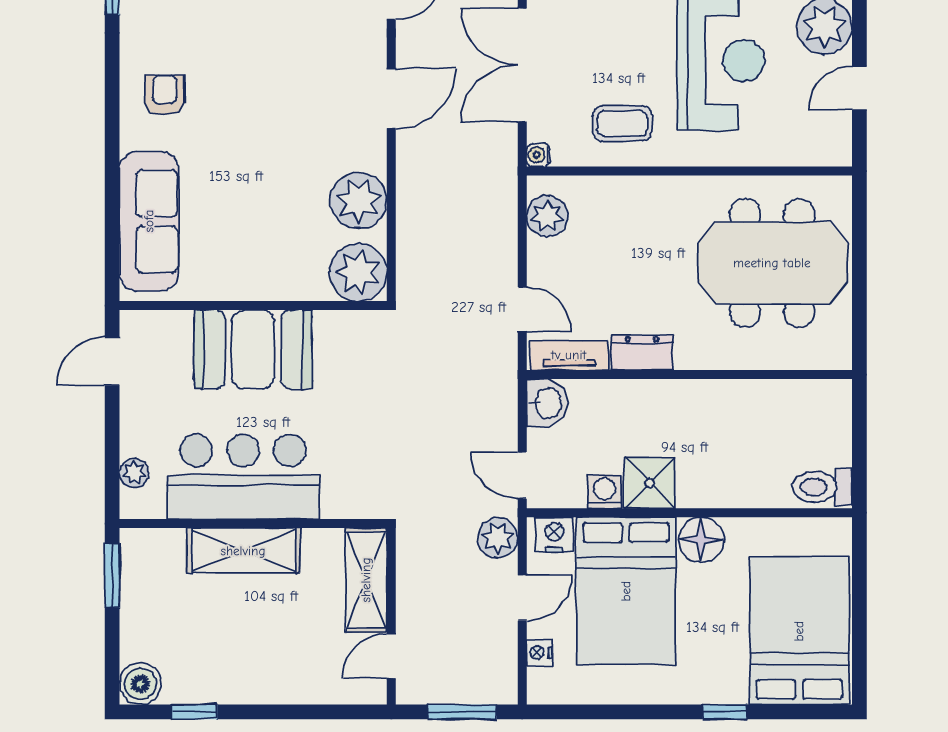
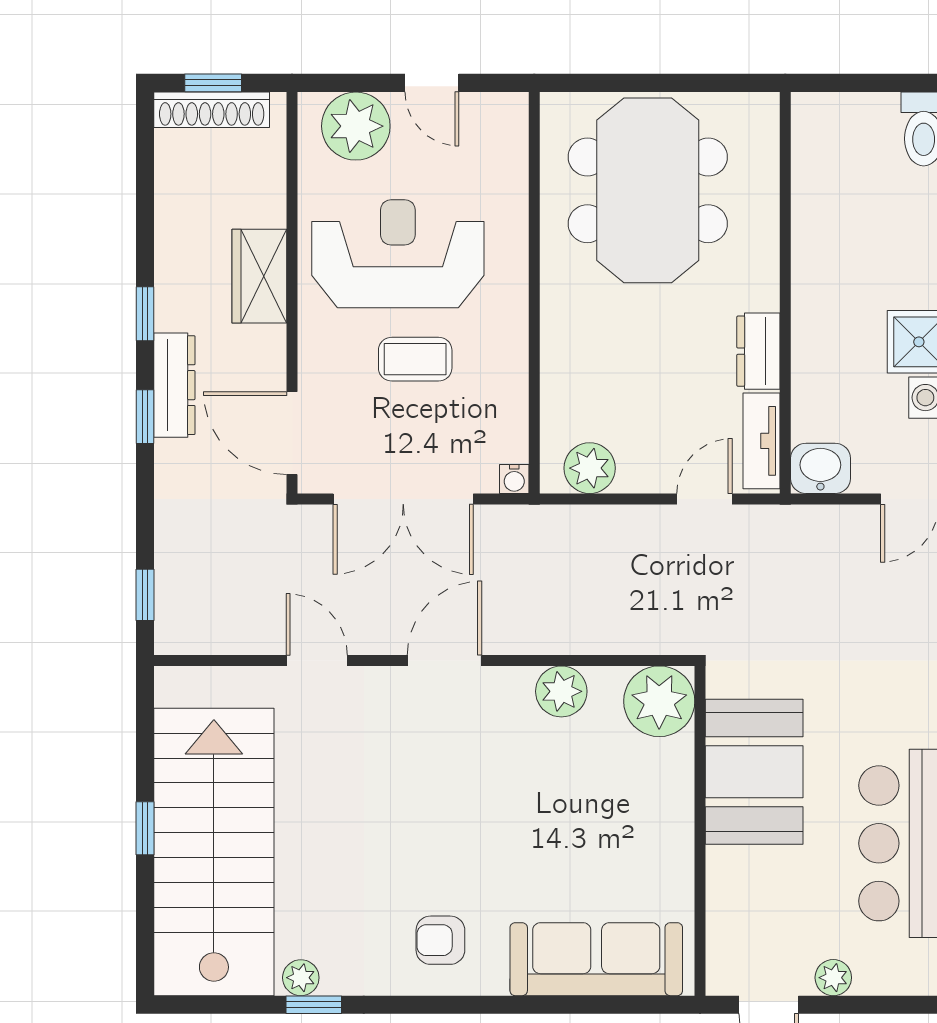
door: (391, 98) -> (445, 660), hinge flipped
coffee table: (622, 123) -> (415, 359), moved, turned 90
plant: (359, 201) -> (561, 691), width x0.73, depth x0.73
booth: (253, 349) -> (754, 772), moved
plant: (134, 473) -> (833, 978), moved

